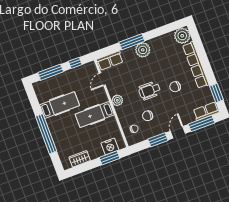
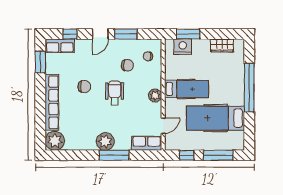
wheelchair: (150, 91) -> (115, 93), turned -90
hospital bed: (60, 105) -> (215, 118), width x1.37, depth x1.29
window: (202, 123) -> (70, 34), width x0.46

